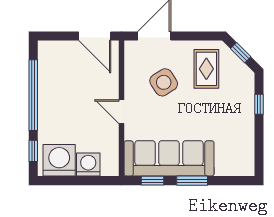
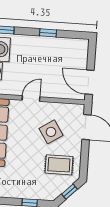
door: (95, 36) -> (90, 82), hinge flipped
window: (33, 95) -> (48, 33), width x0.32

